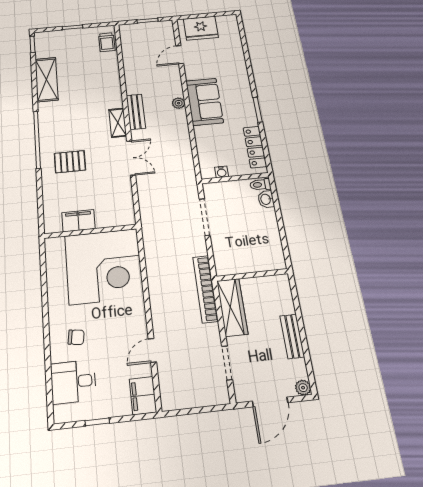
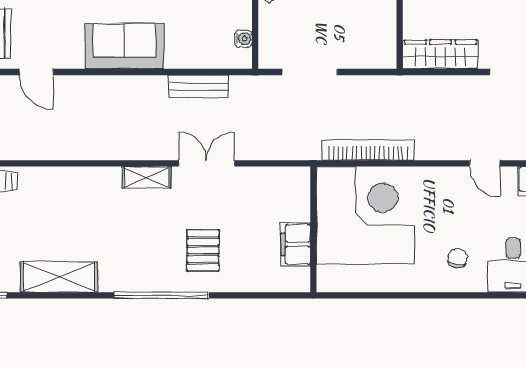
plant: (179, 103) -> (123, 85), removed
bench: (136, 112) -> (198, 86), moved
bookcase: (205, 289) -> (368, 150), moved, turned 180

